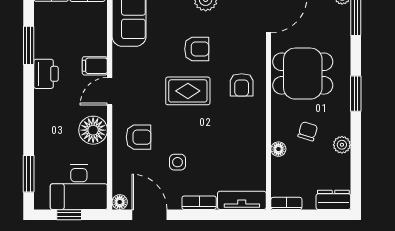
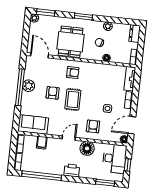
window: (29, 45) -> (42, 176), width x2.11
filing cabinet: (95, 66) -> (42, 143), moved
printer: (46, 74) -> (72, 170), moved
door: (110, 91) -> (69, 138), swing flipped

